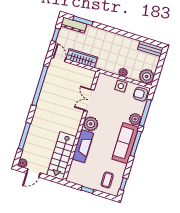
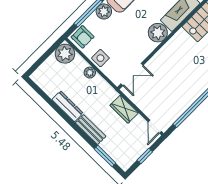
dresser: (74, 25) -> (67, 106), moved
bench: (150, 49) -> (91, 130), moved
wardrobe: (82, 58) -> (124, 109), width x0.67
double door: (89, 100) -> (132, 74), moved

